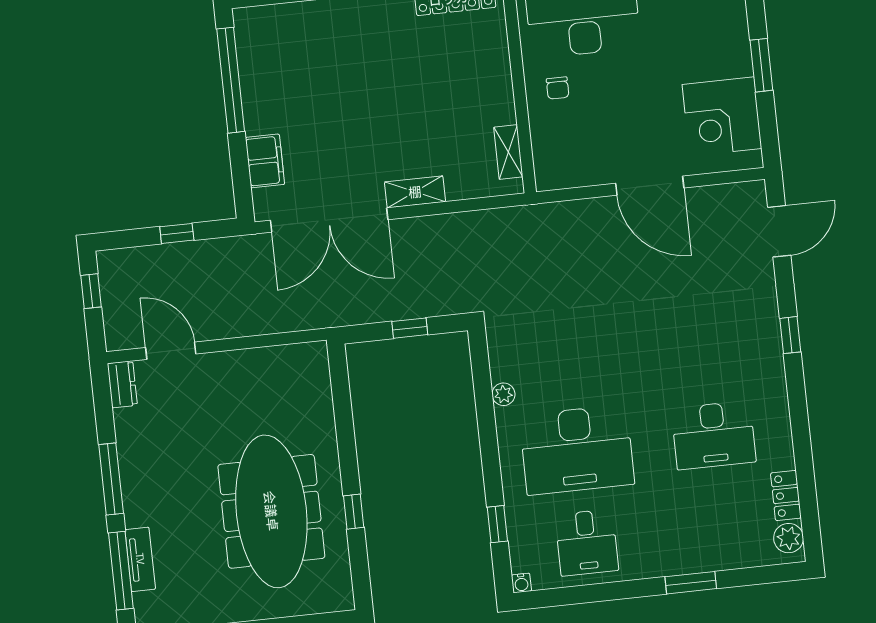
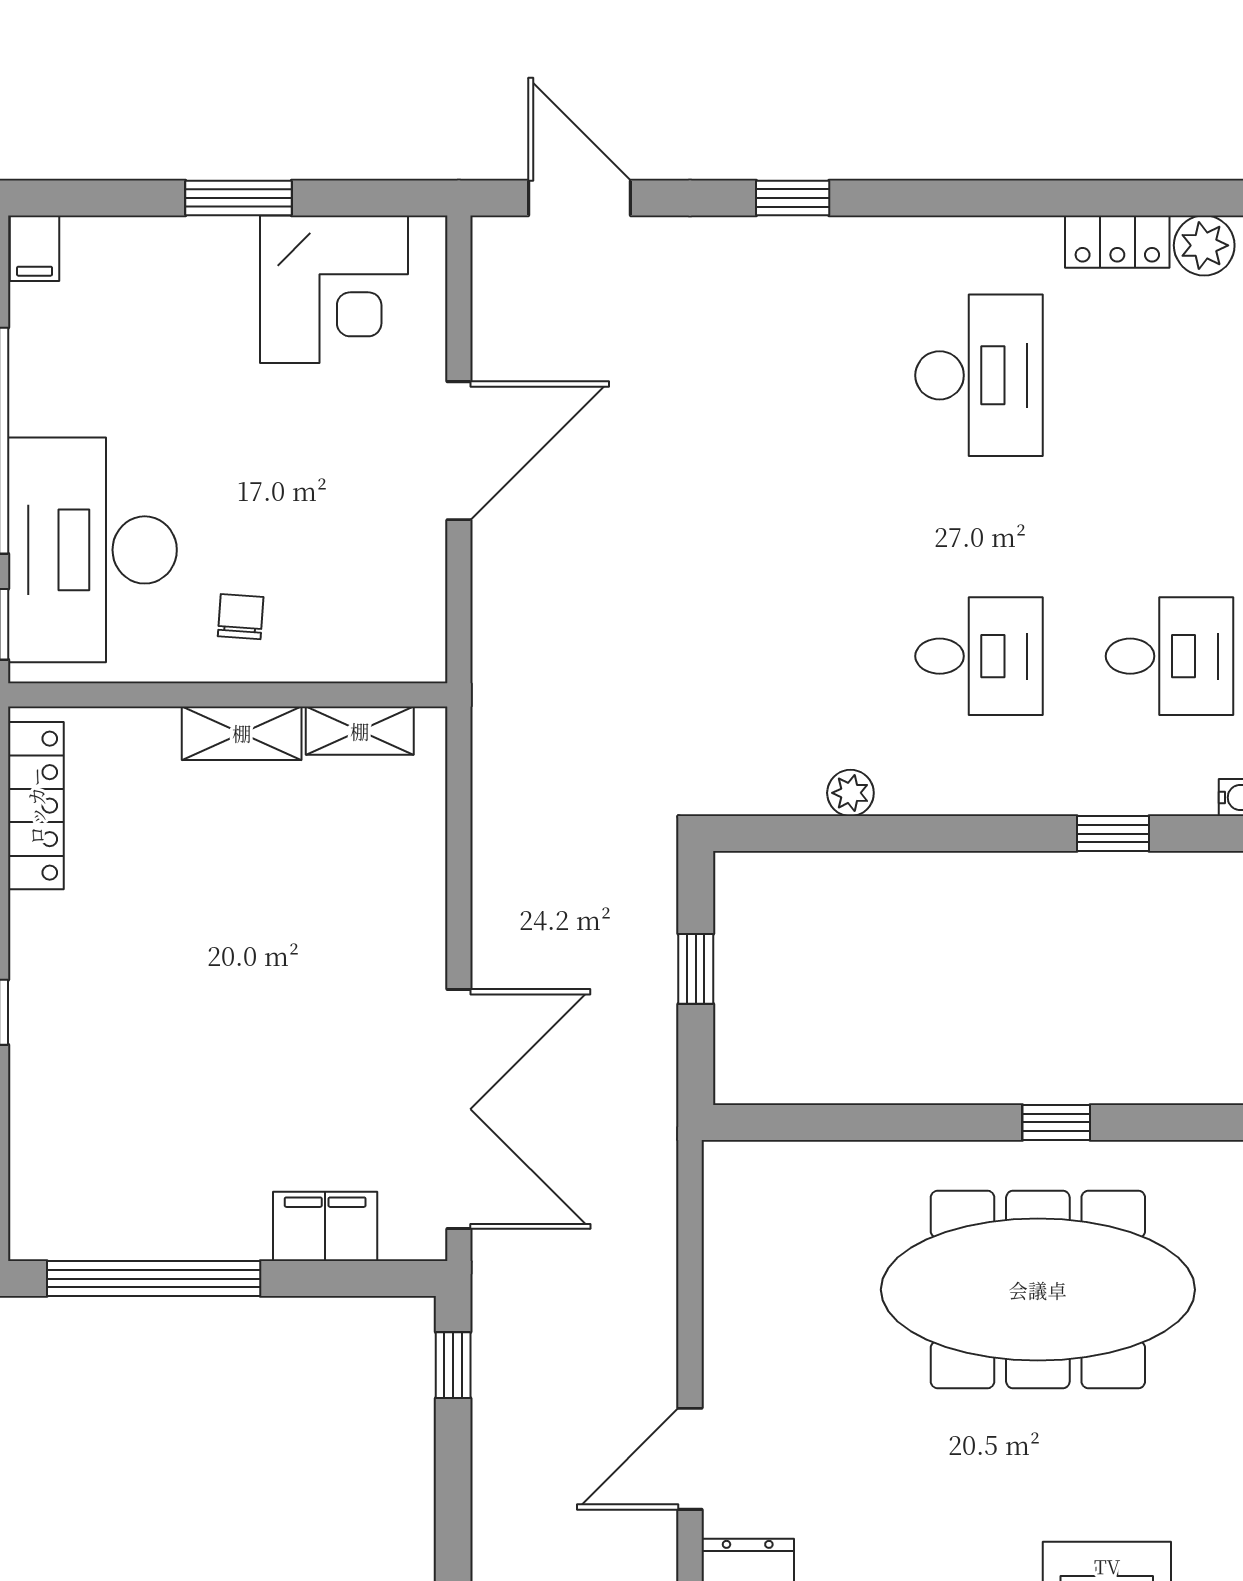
chair: (558, 88) -> (241, 617), turned -86
shelving: (415, 192) -> (242, 733), moved, turned 90
window: (177, 233) -> (453, 1365), moved
desk: (577, 450) -> (979, 656), width x0.53, depth x0.77

